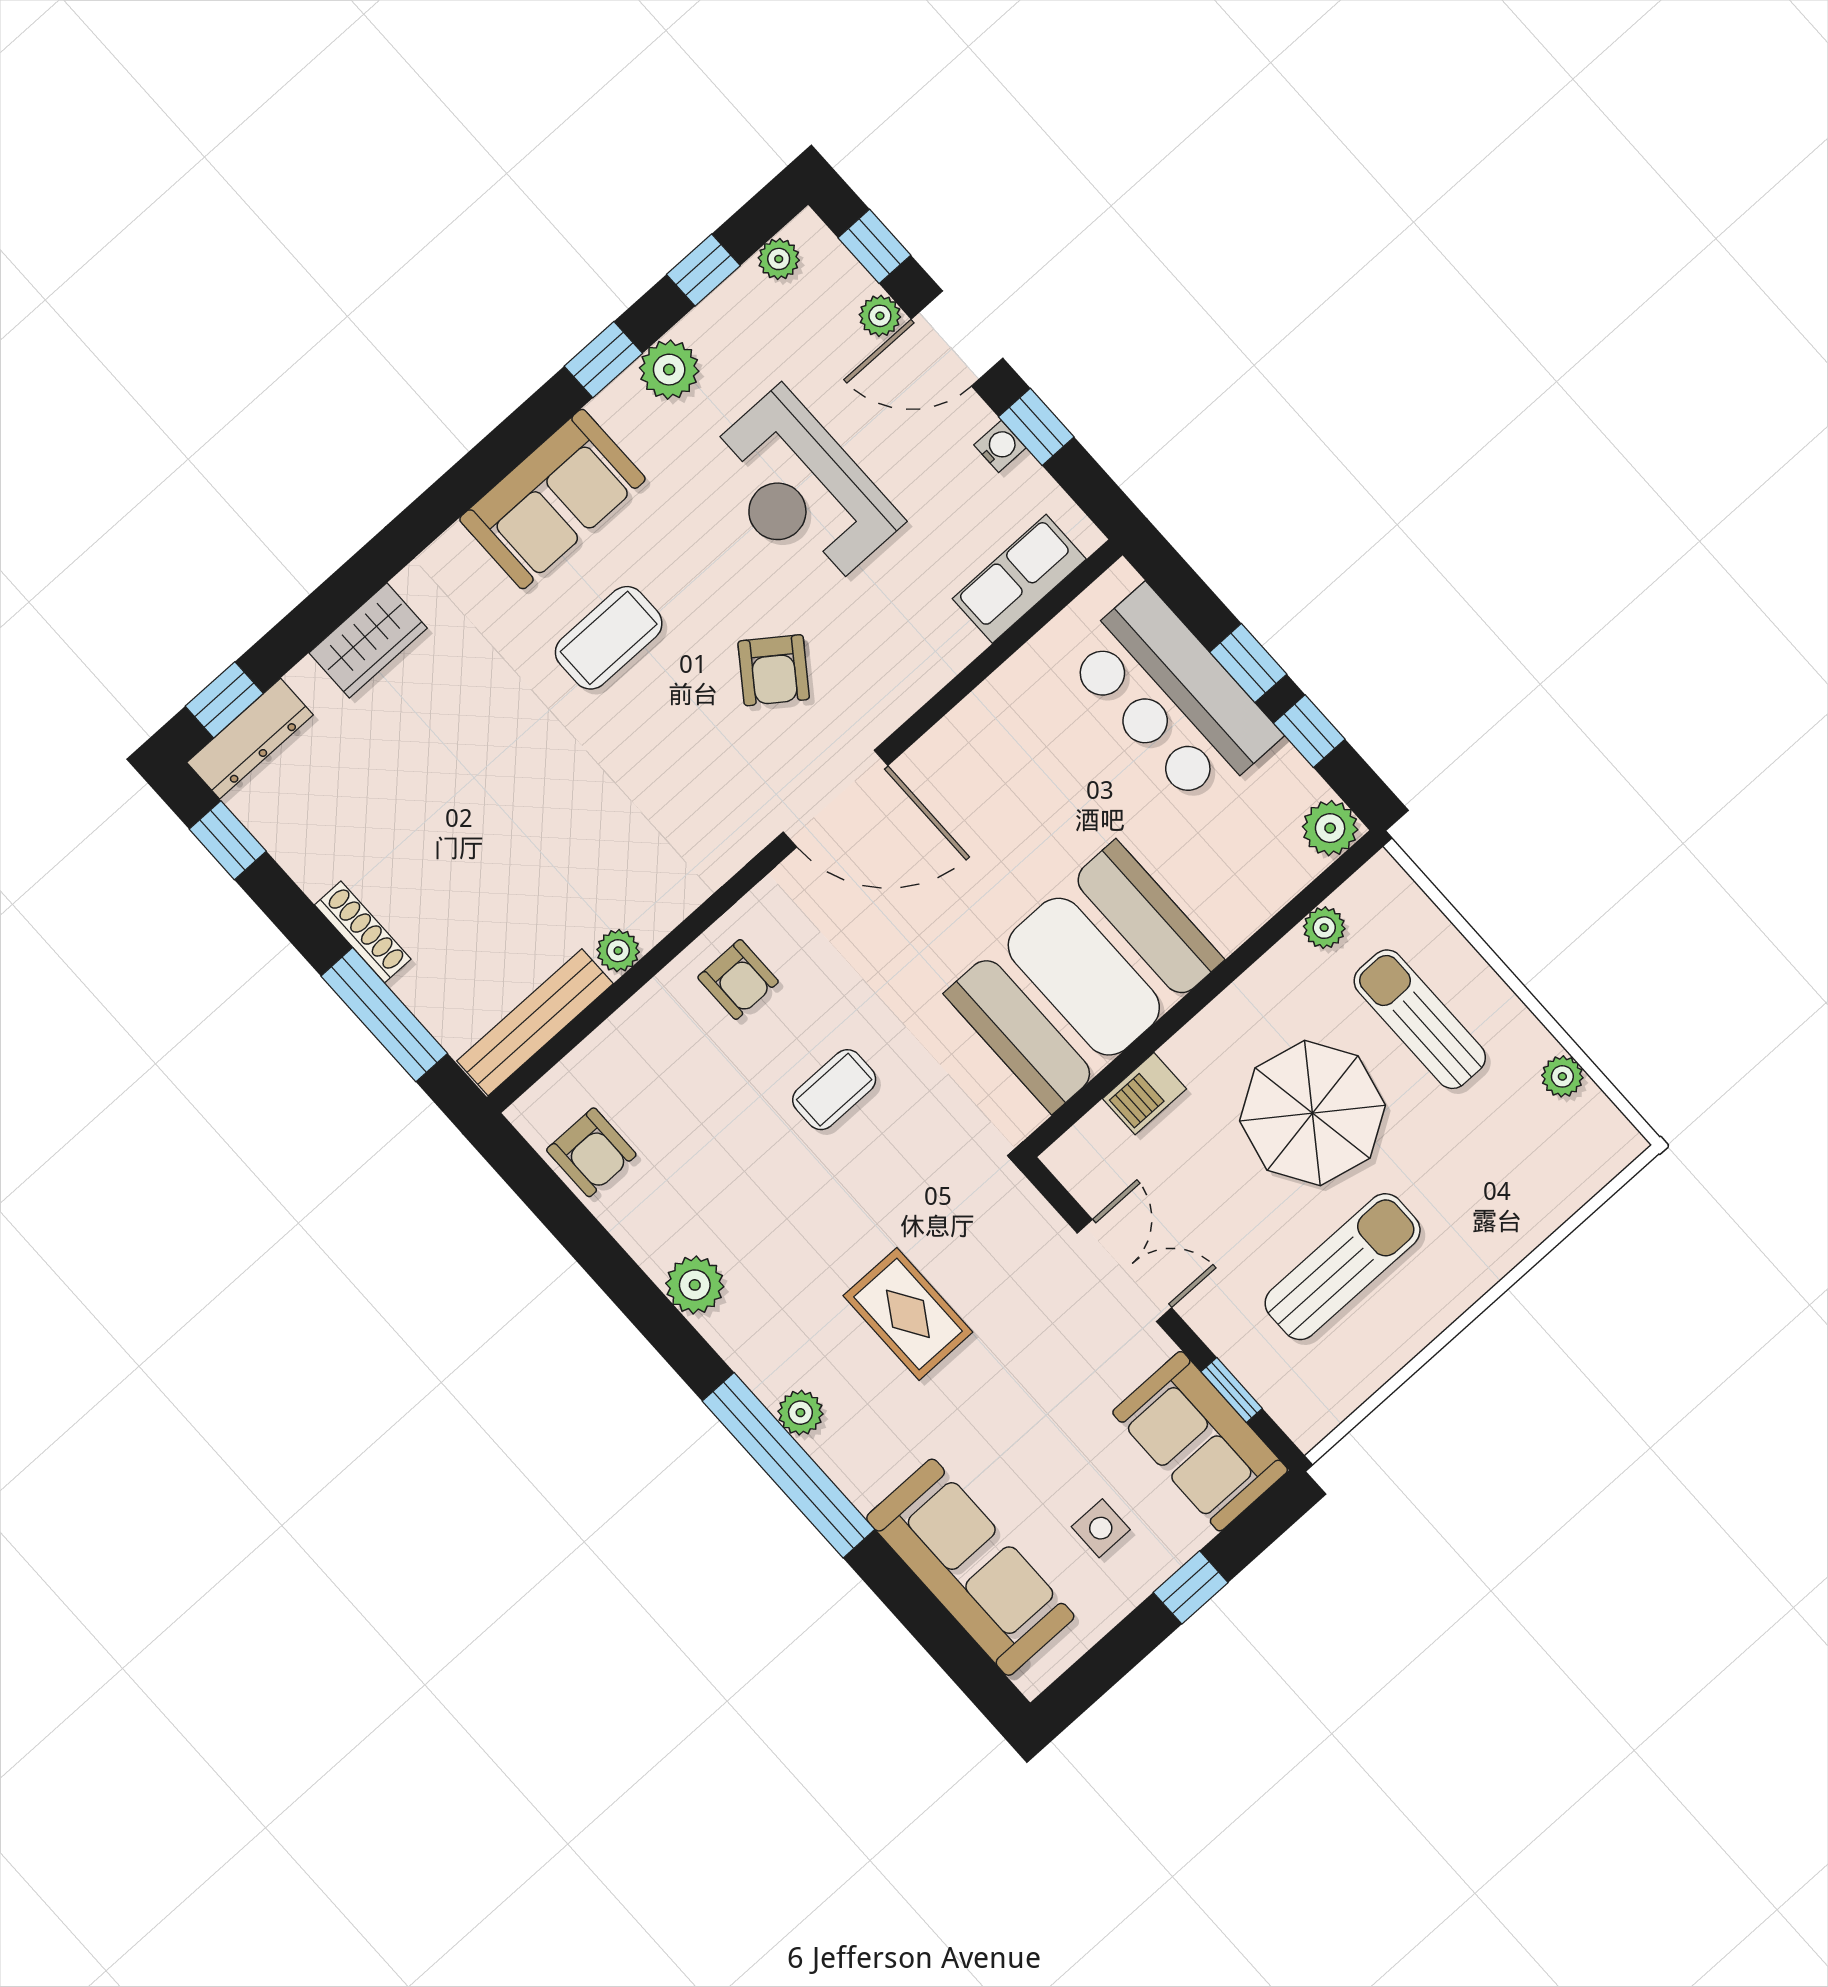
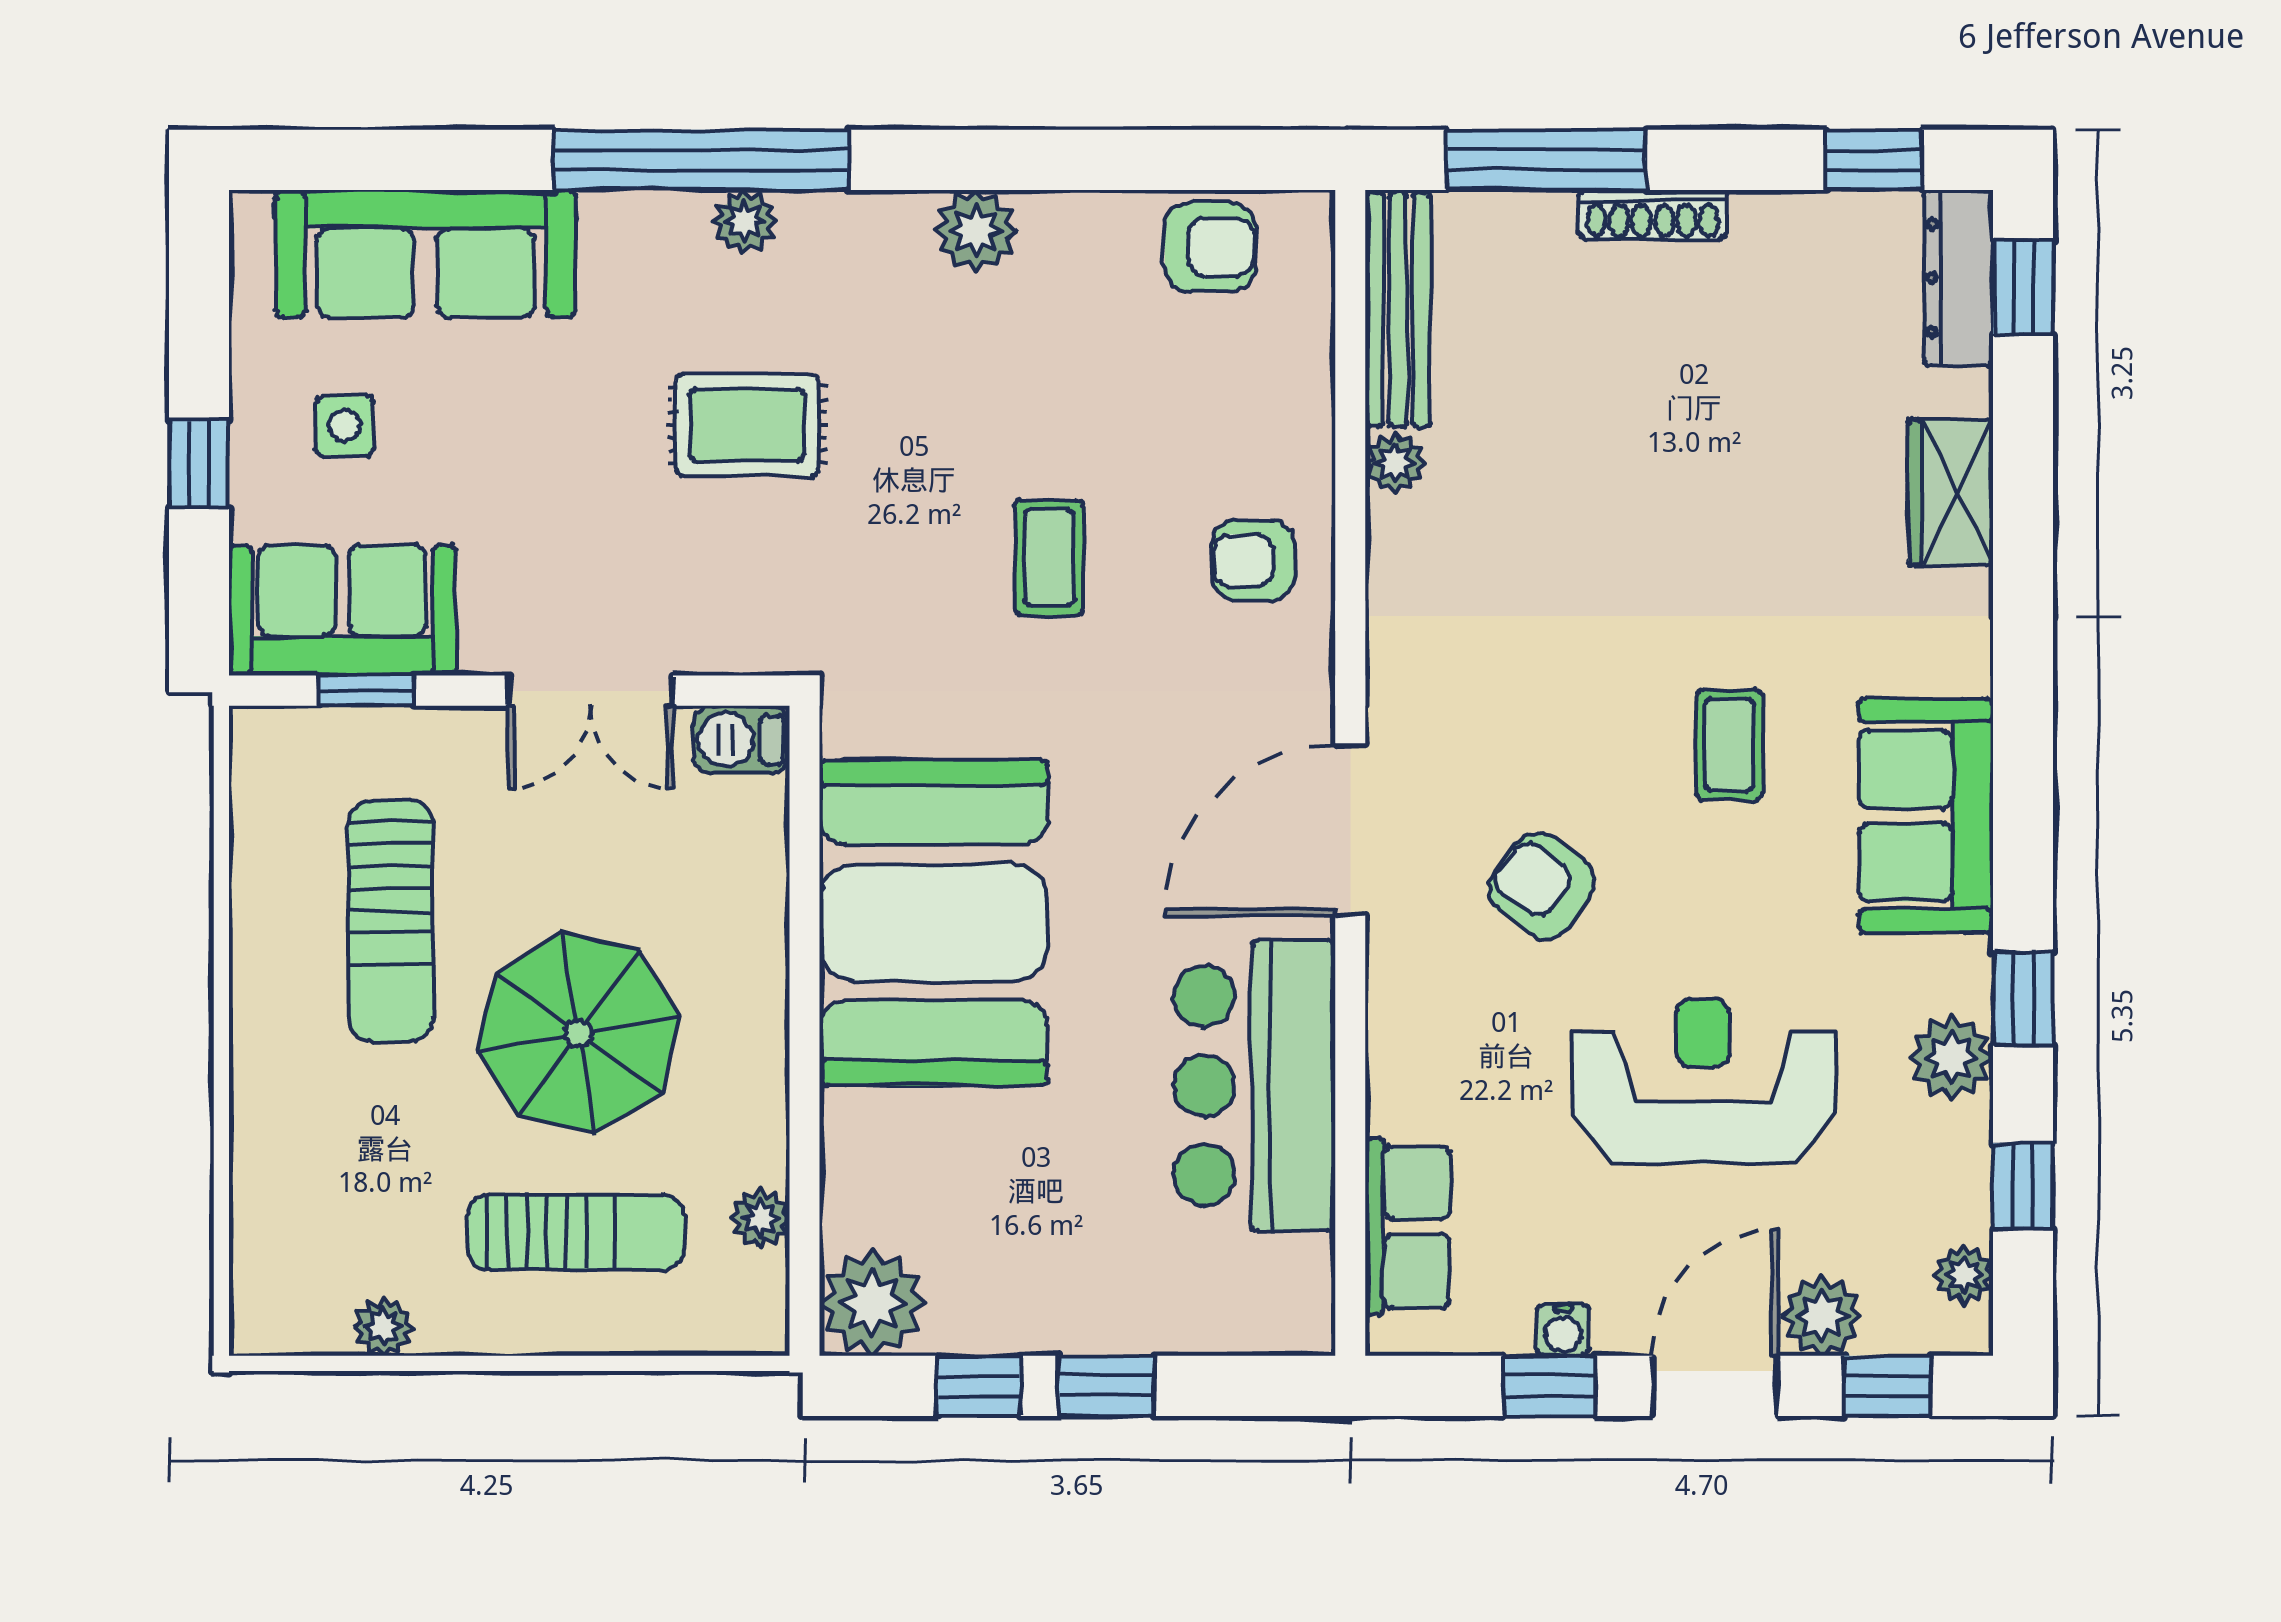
plant: (880, 316) -> (1822, 1316), width x1.38, depth x1.38
coffee table: (609, 638) -> (1729, 745), width x0.73, depth x0.77
bar counter: (1172, 697) -> (1254, 1086), moved, turned -90
plant: (1330, 828) -> (872, 1303), width x1.36, depth x1.36
barbecue: (1144, 1094) -> (741, 740), moved, turned -90
armchair: (591, 1152) -> (1210, 247), turned 180

